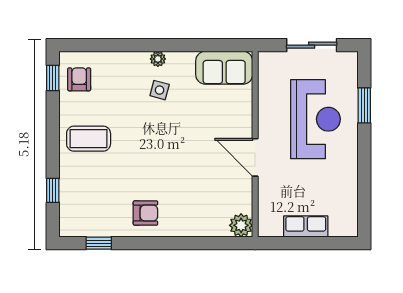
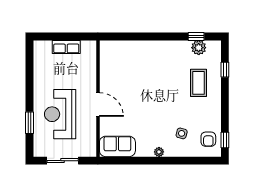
side table: (160, 90) -> (182, 133), moved
coffee table: (89, 139) -> (199, 83), moved, turned 90
door: (255, 157) -> (98, 105), moved
armchair: (145, 213) -> (167, 55), removed
plant: (241, 225) -> (199, 48), moved

